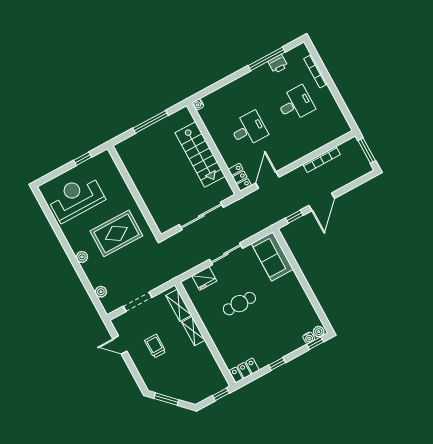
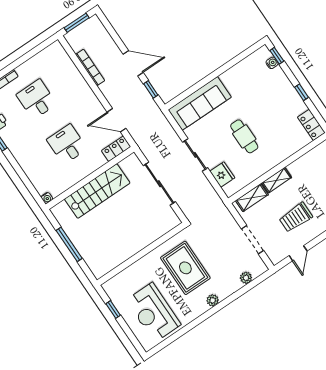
sofa: (272, 256) -> (200, 103), width x1.36
plant: (319, 332) -> (265, 53), removed
trolley: (155, 346) -> (296, 217), width x1.36, depth x1.39

